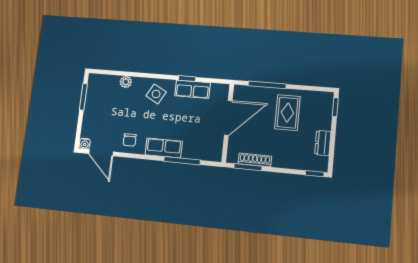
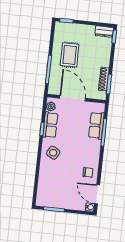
plant: (126, 82) -> (51, 107), moved
rug: (287, 113) -> (70, 55), turned 90
dresser: (323, 143) -> (104, 31), moved
row of seats: (164, 148) -> (96, 126), moved
door: (101, 153) -> (97, 194), swing flipped

